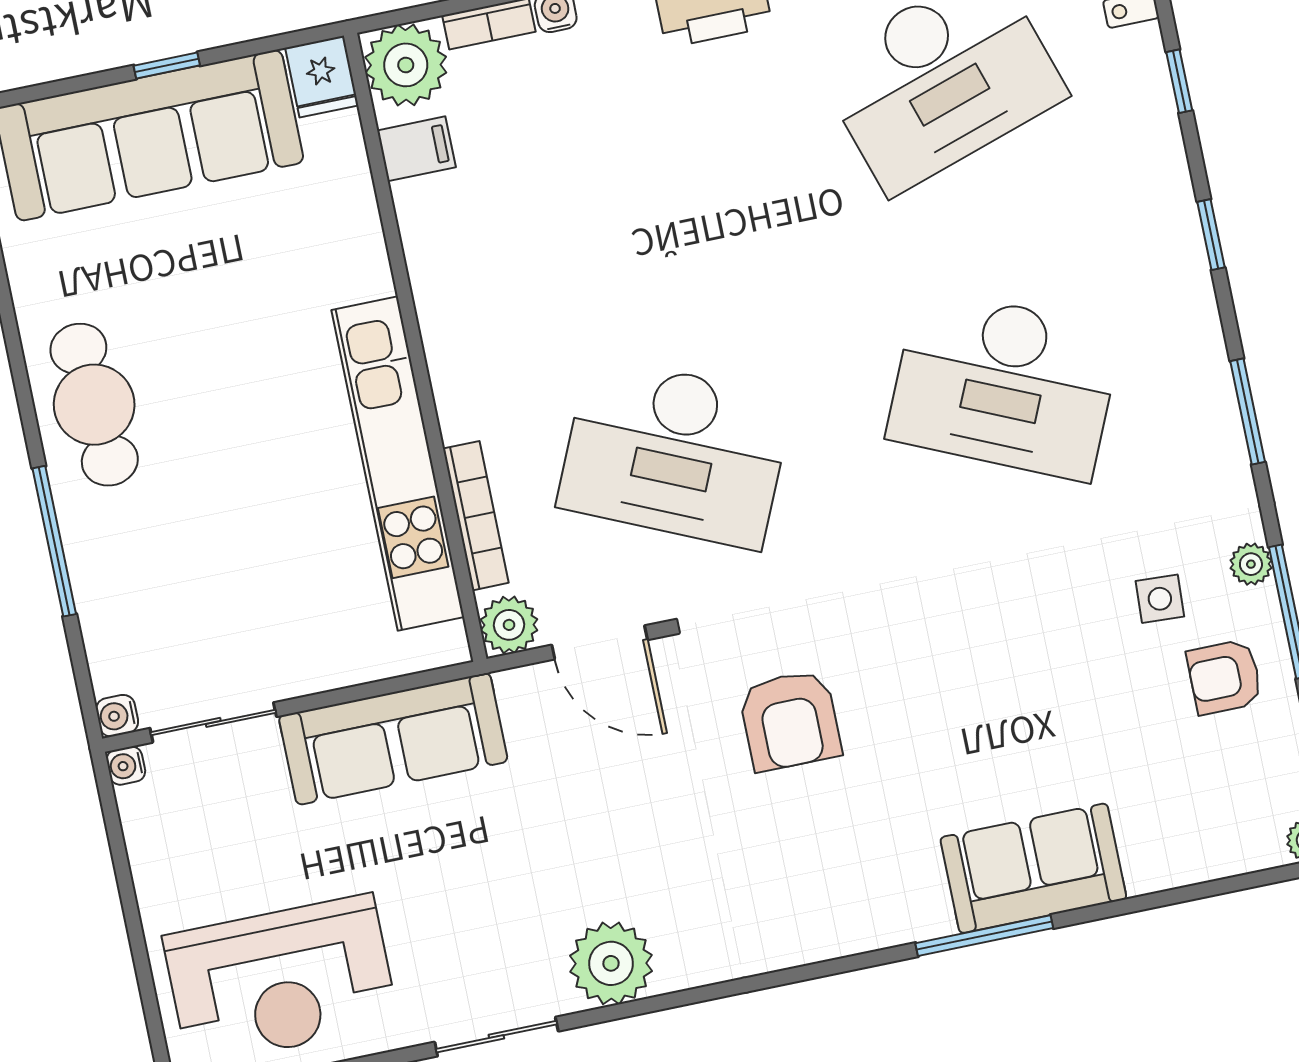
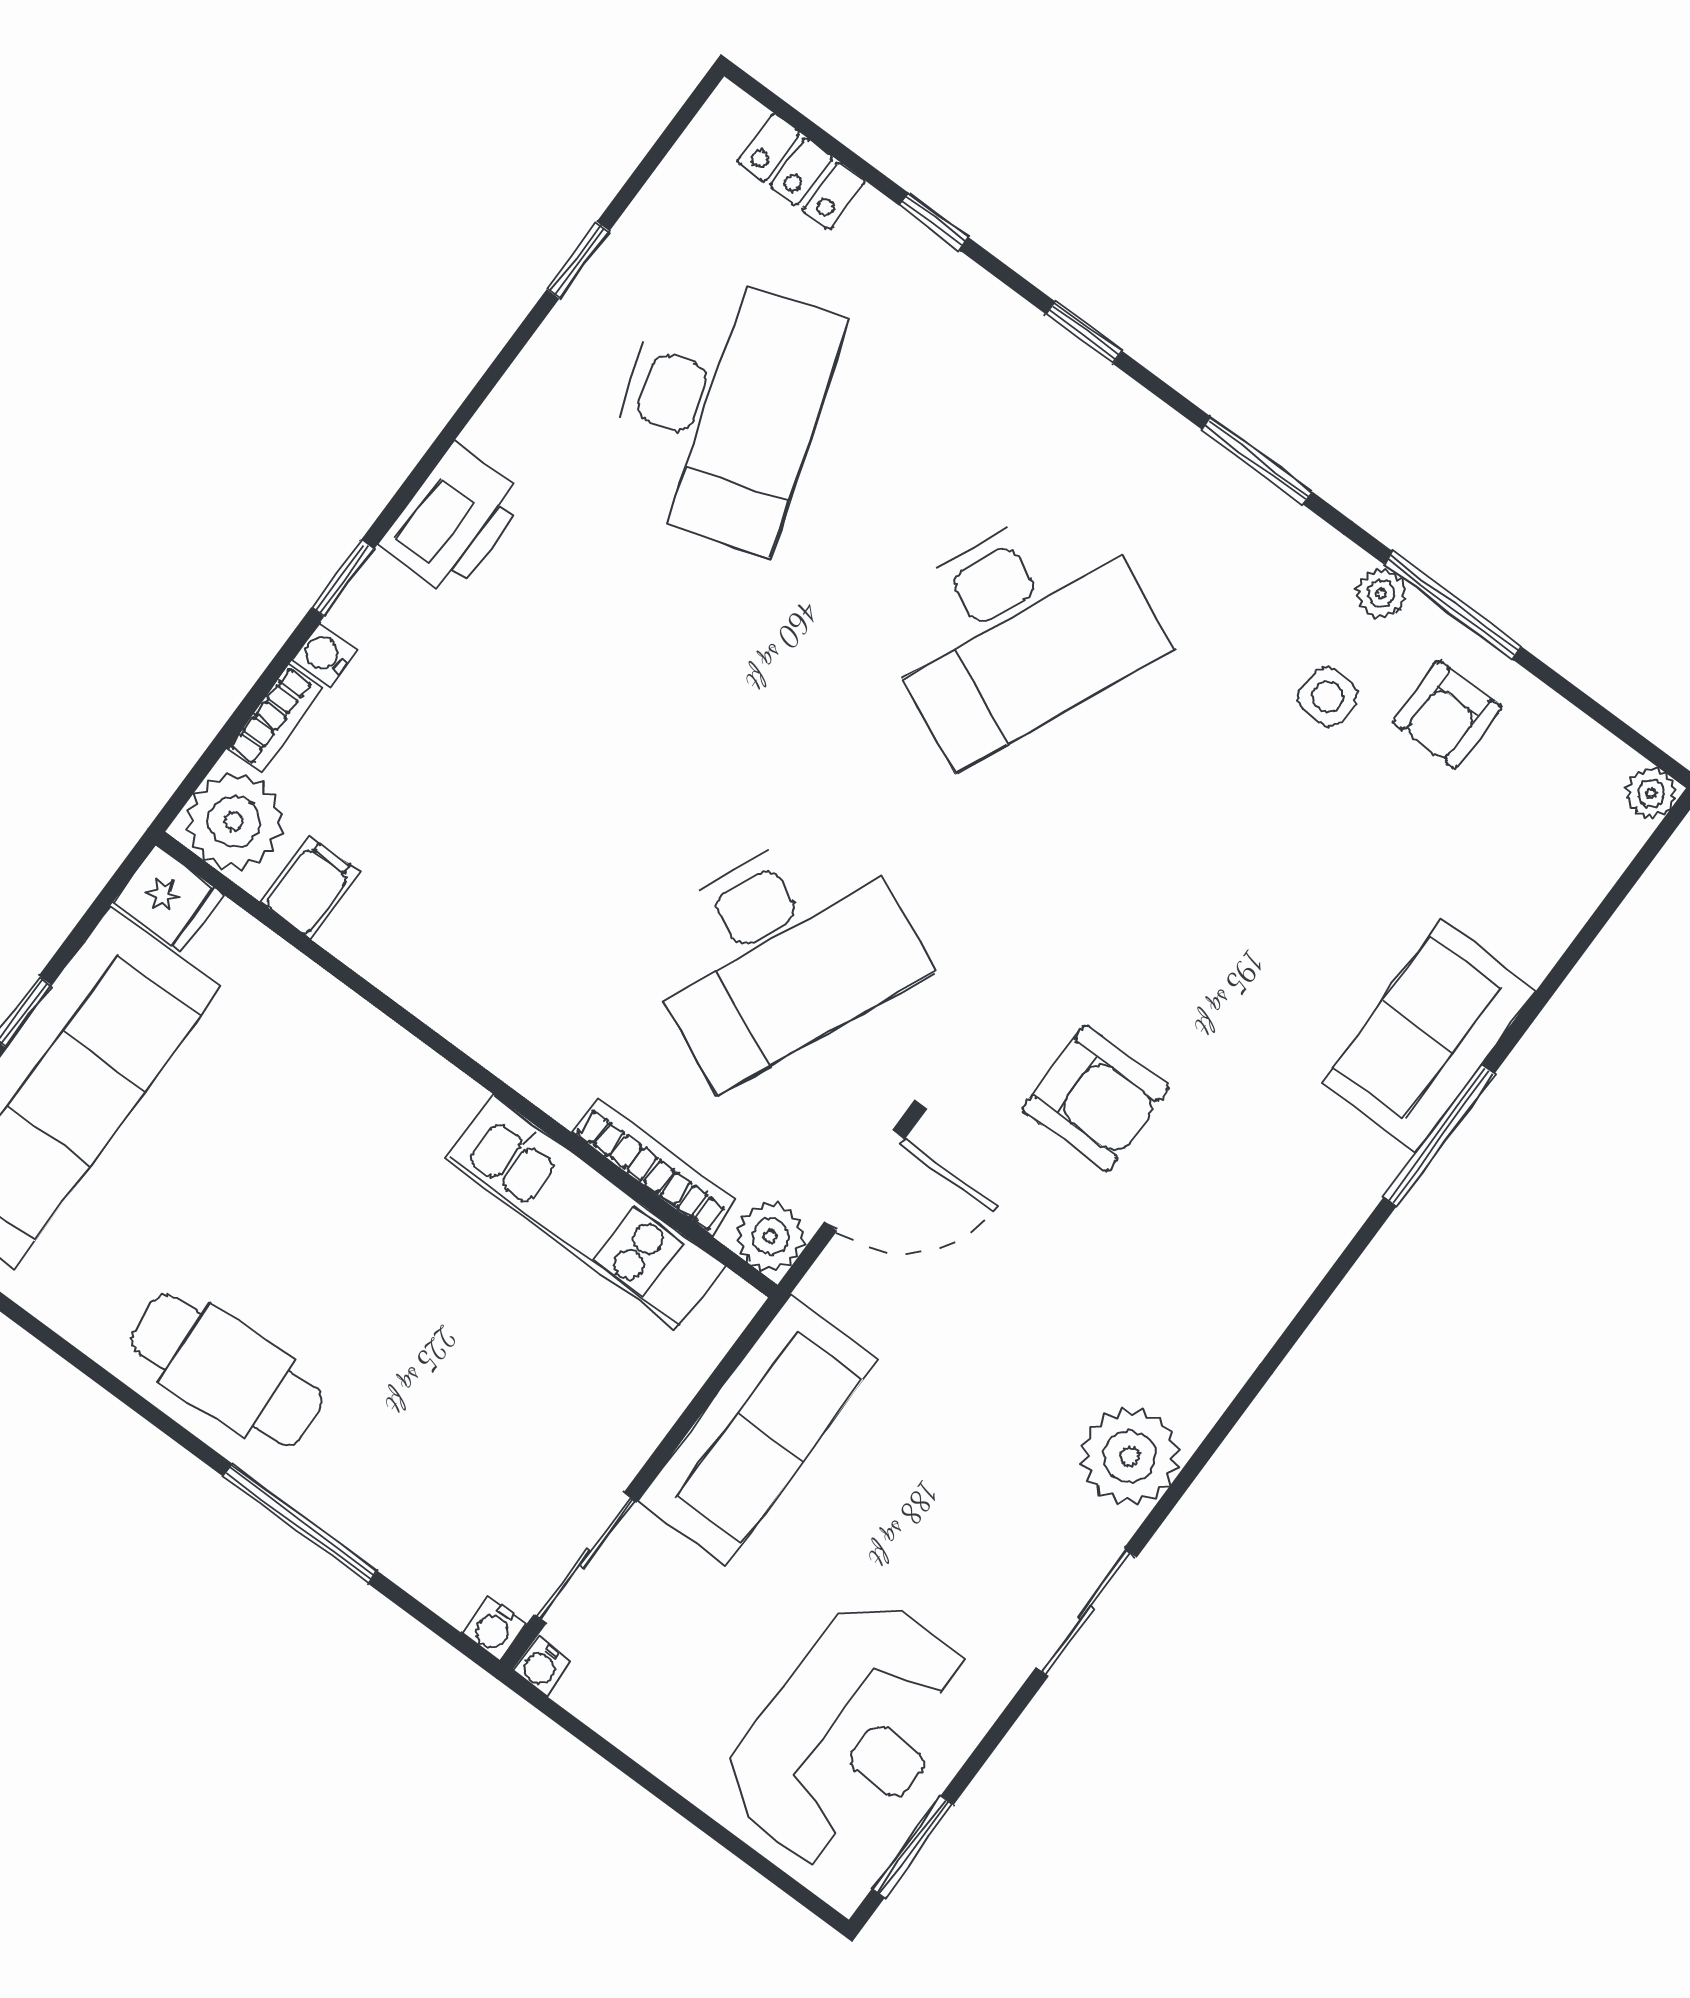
kitchen unit: (398, 464) -> (585, 1213), width x0.73

